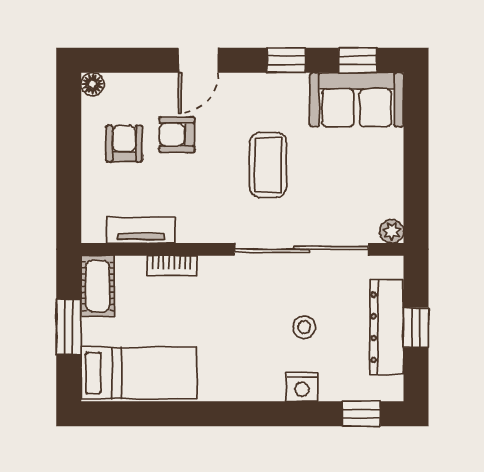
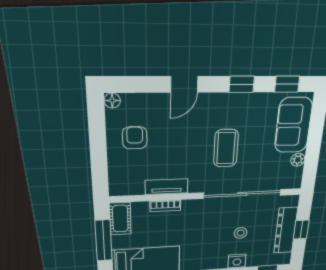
sofa: (357, 100) -> (293, 125), moved, turned 90
armchair: (177, 135) -> (169, 132), removed
tv unit: (141, 230) -> (167, 187), moved
plant: (392, 231) -> (298, 160), moved
window: (69, 327) -> (103, 241), width x1.44

